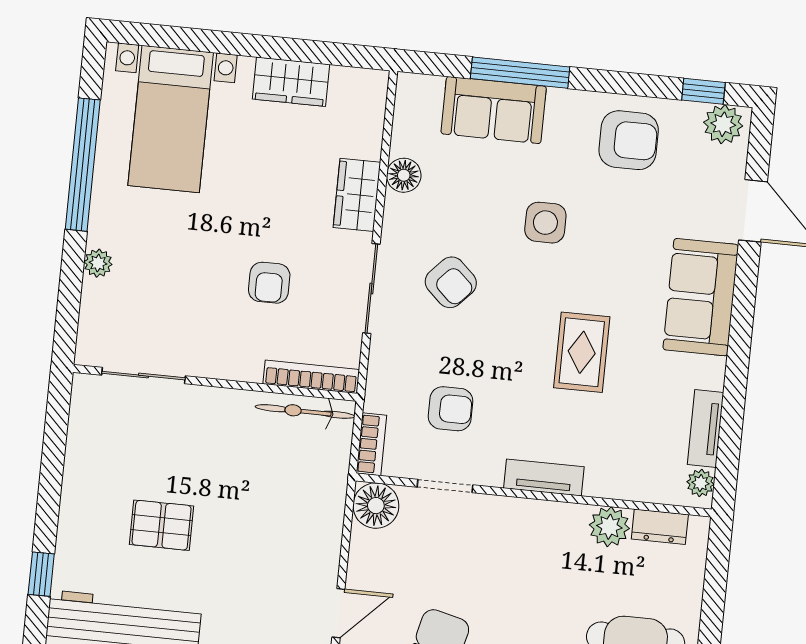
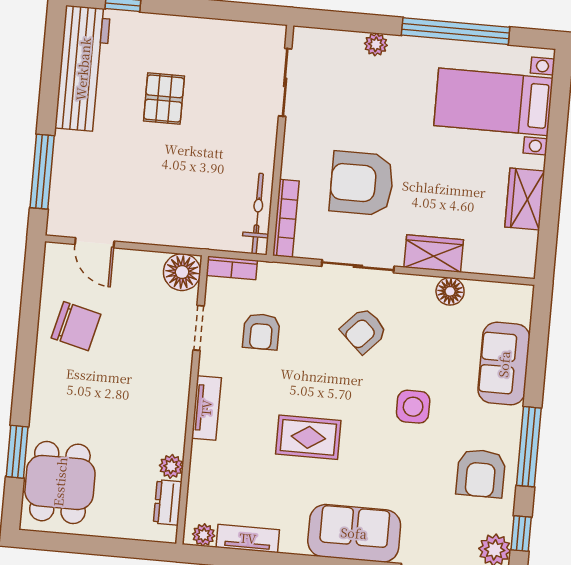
window: (520, 73) -> (529, 447), moved
armchair: (269, 283) -> (362, 183), width x1.88, depth x1.88
plant: (609, 527) -> (171, 466), width x0.73, depth x0.73

